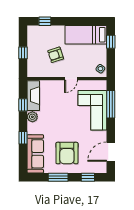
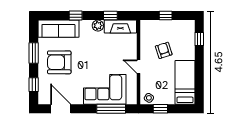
window: (111, 42) -> (160, 109), moved

